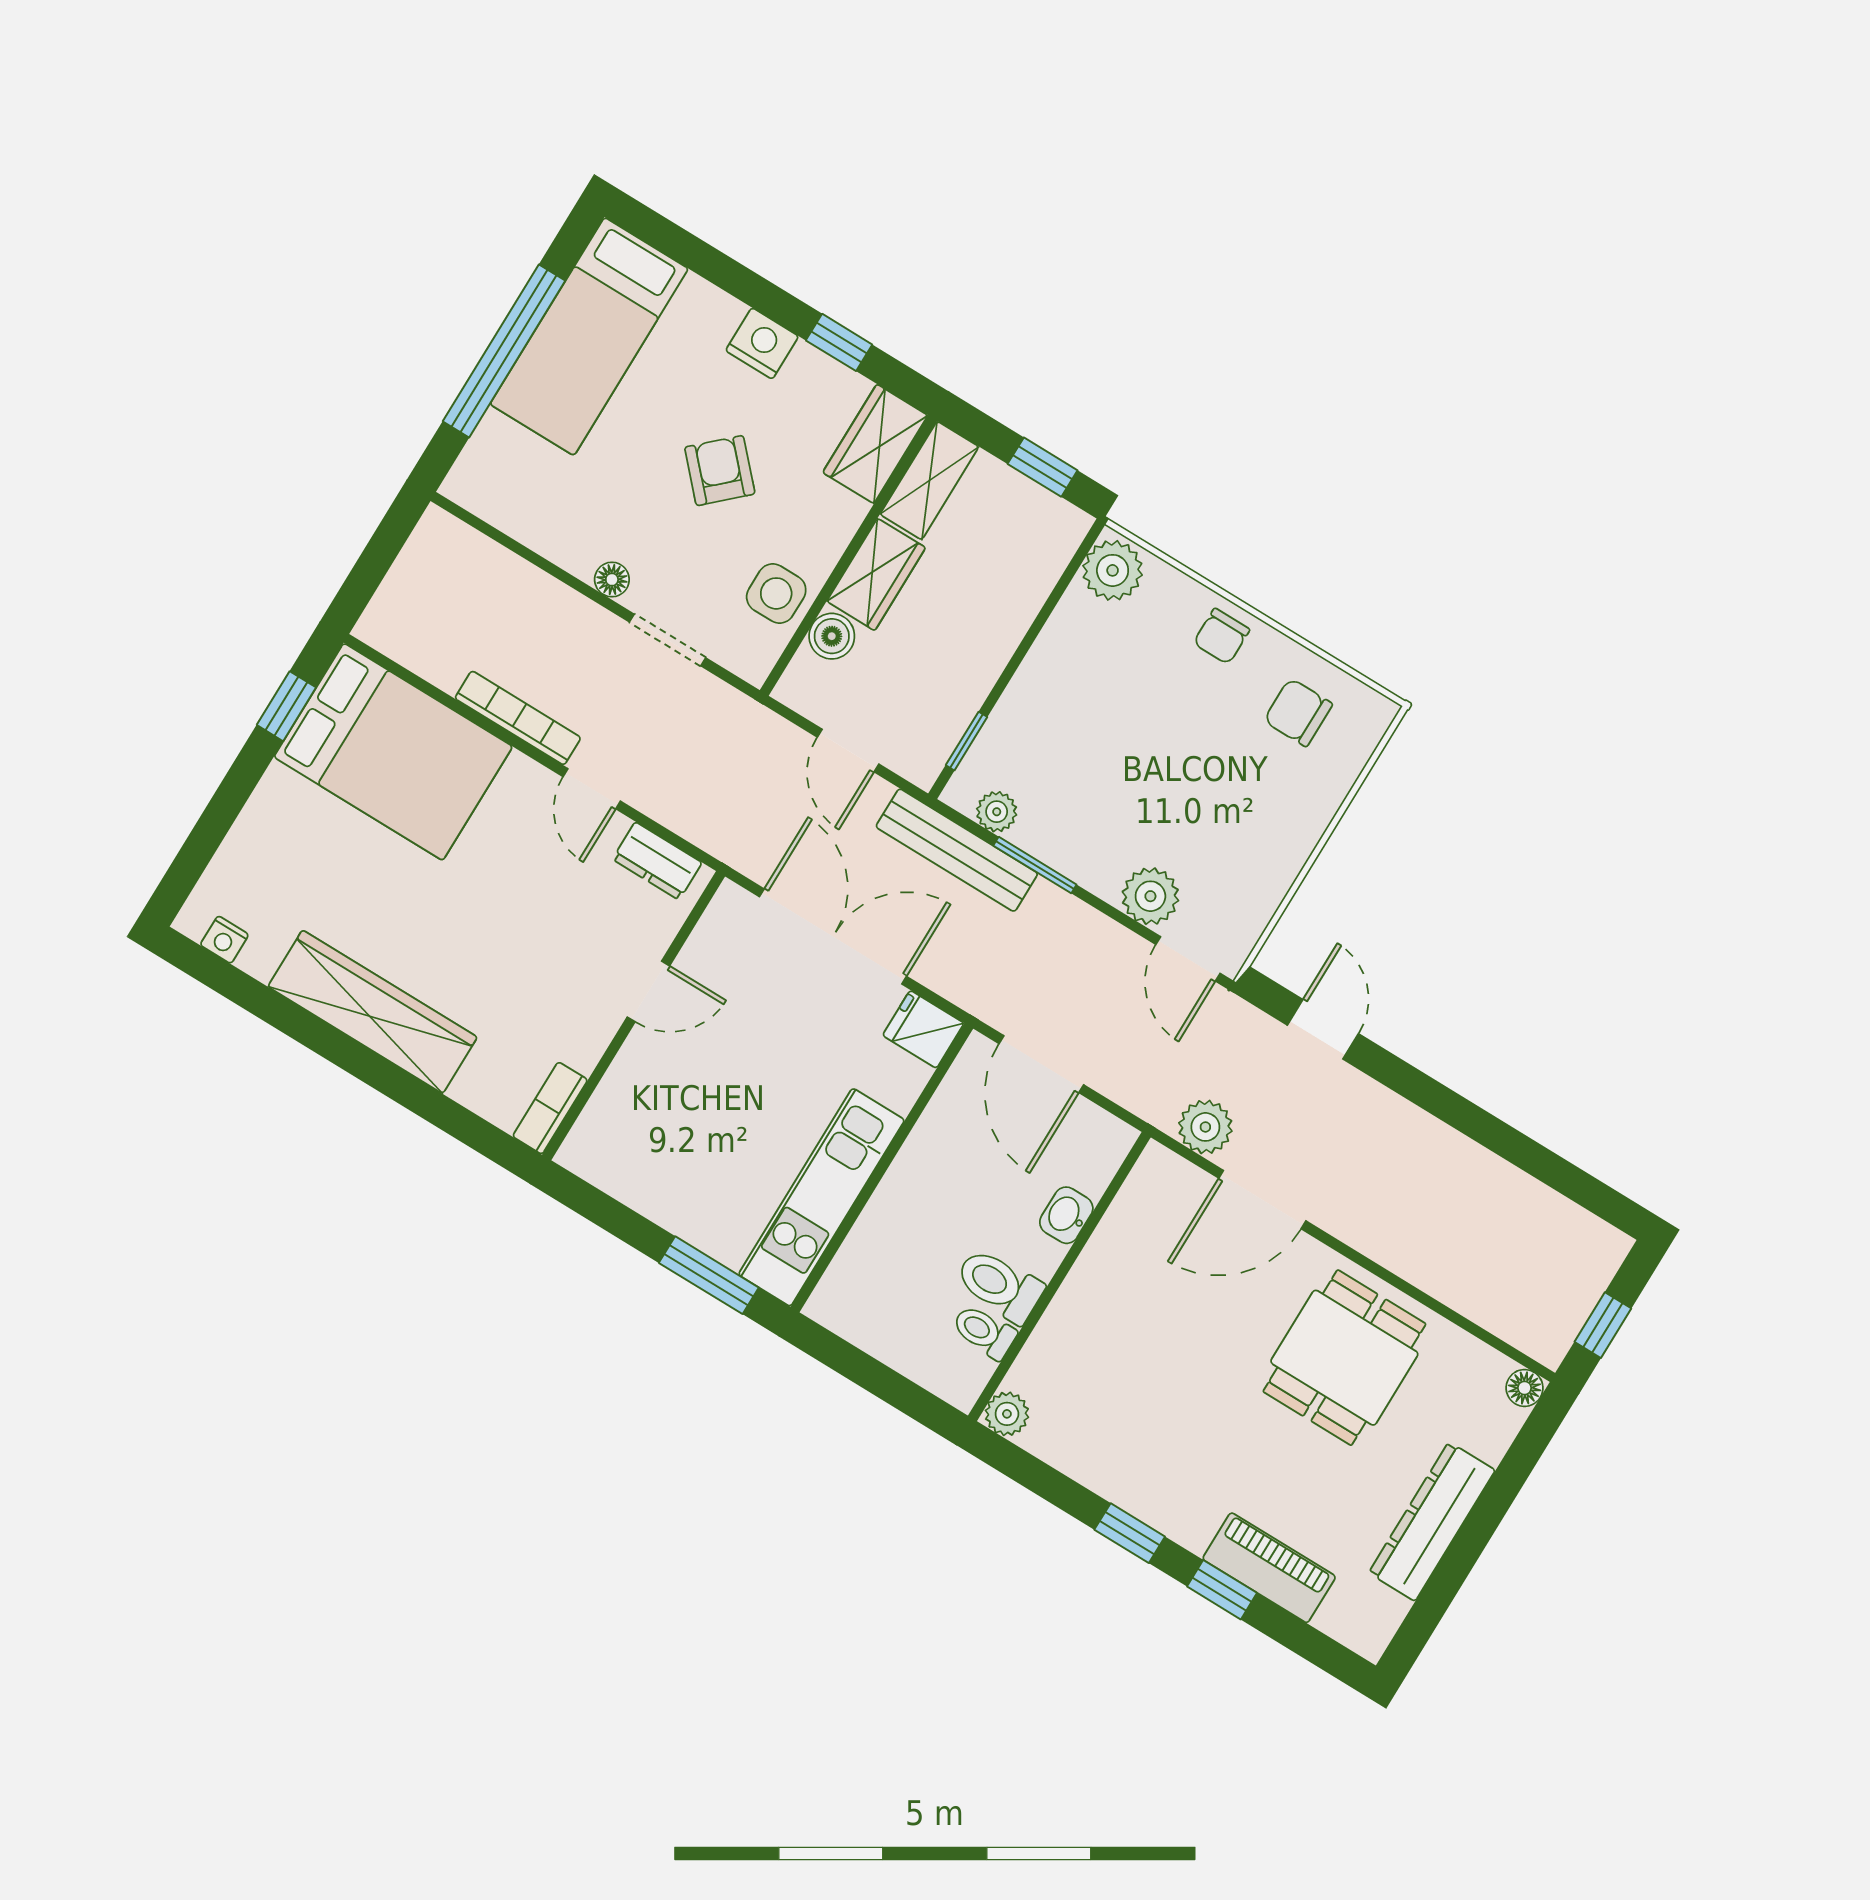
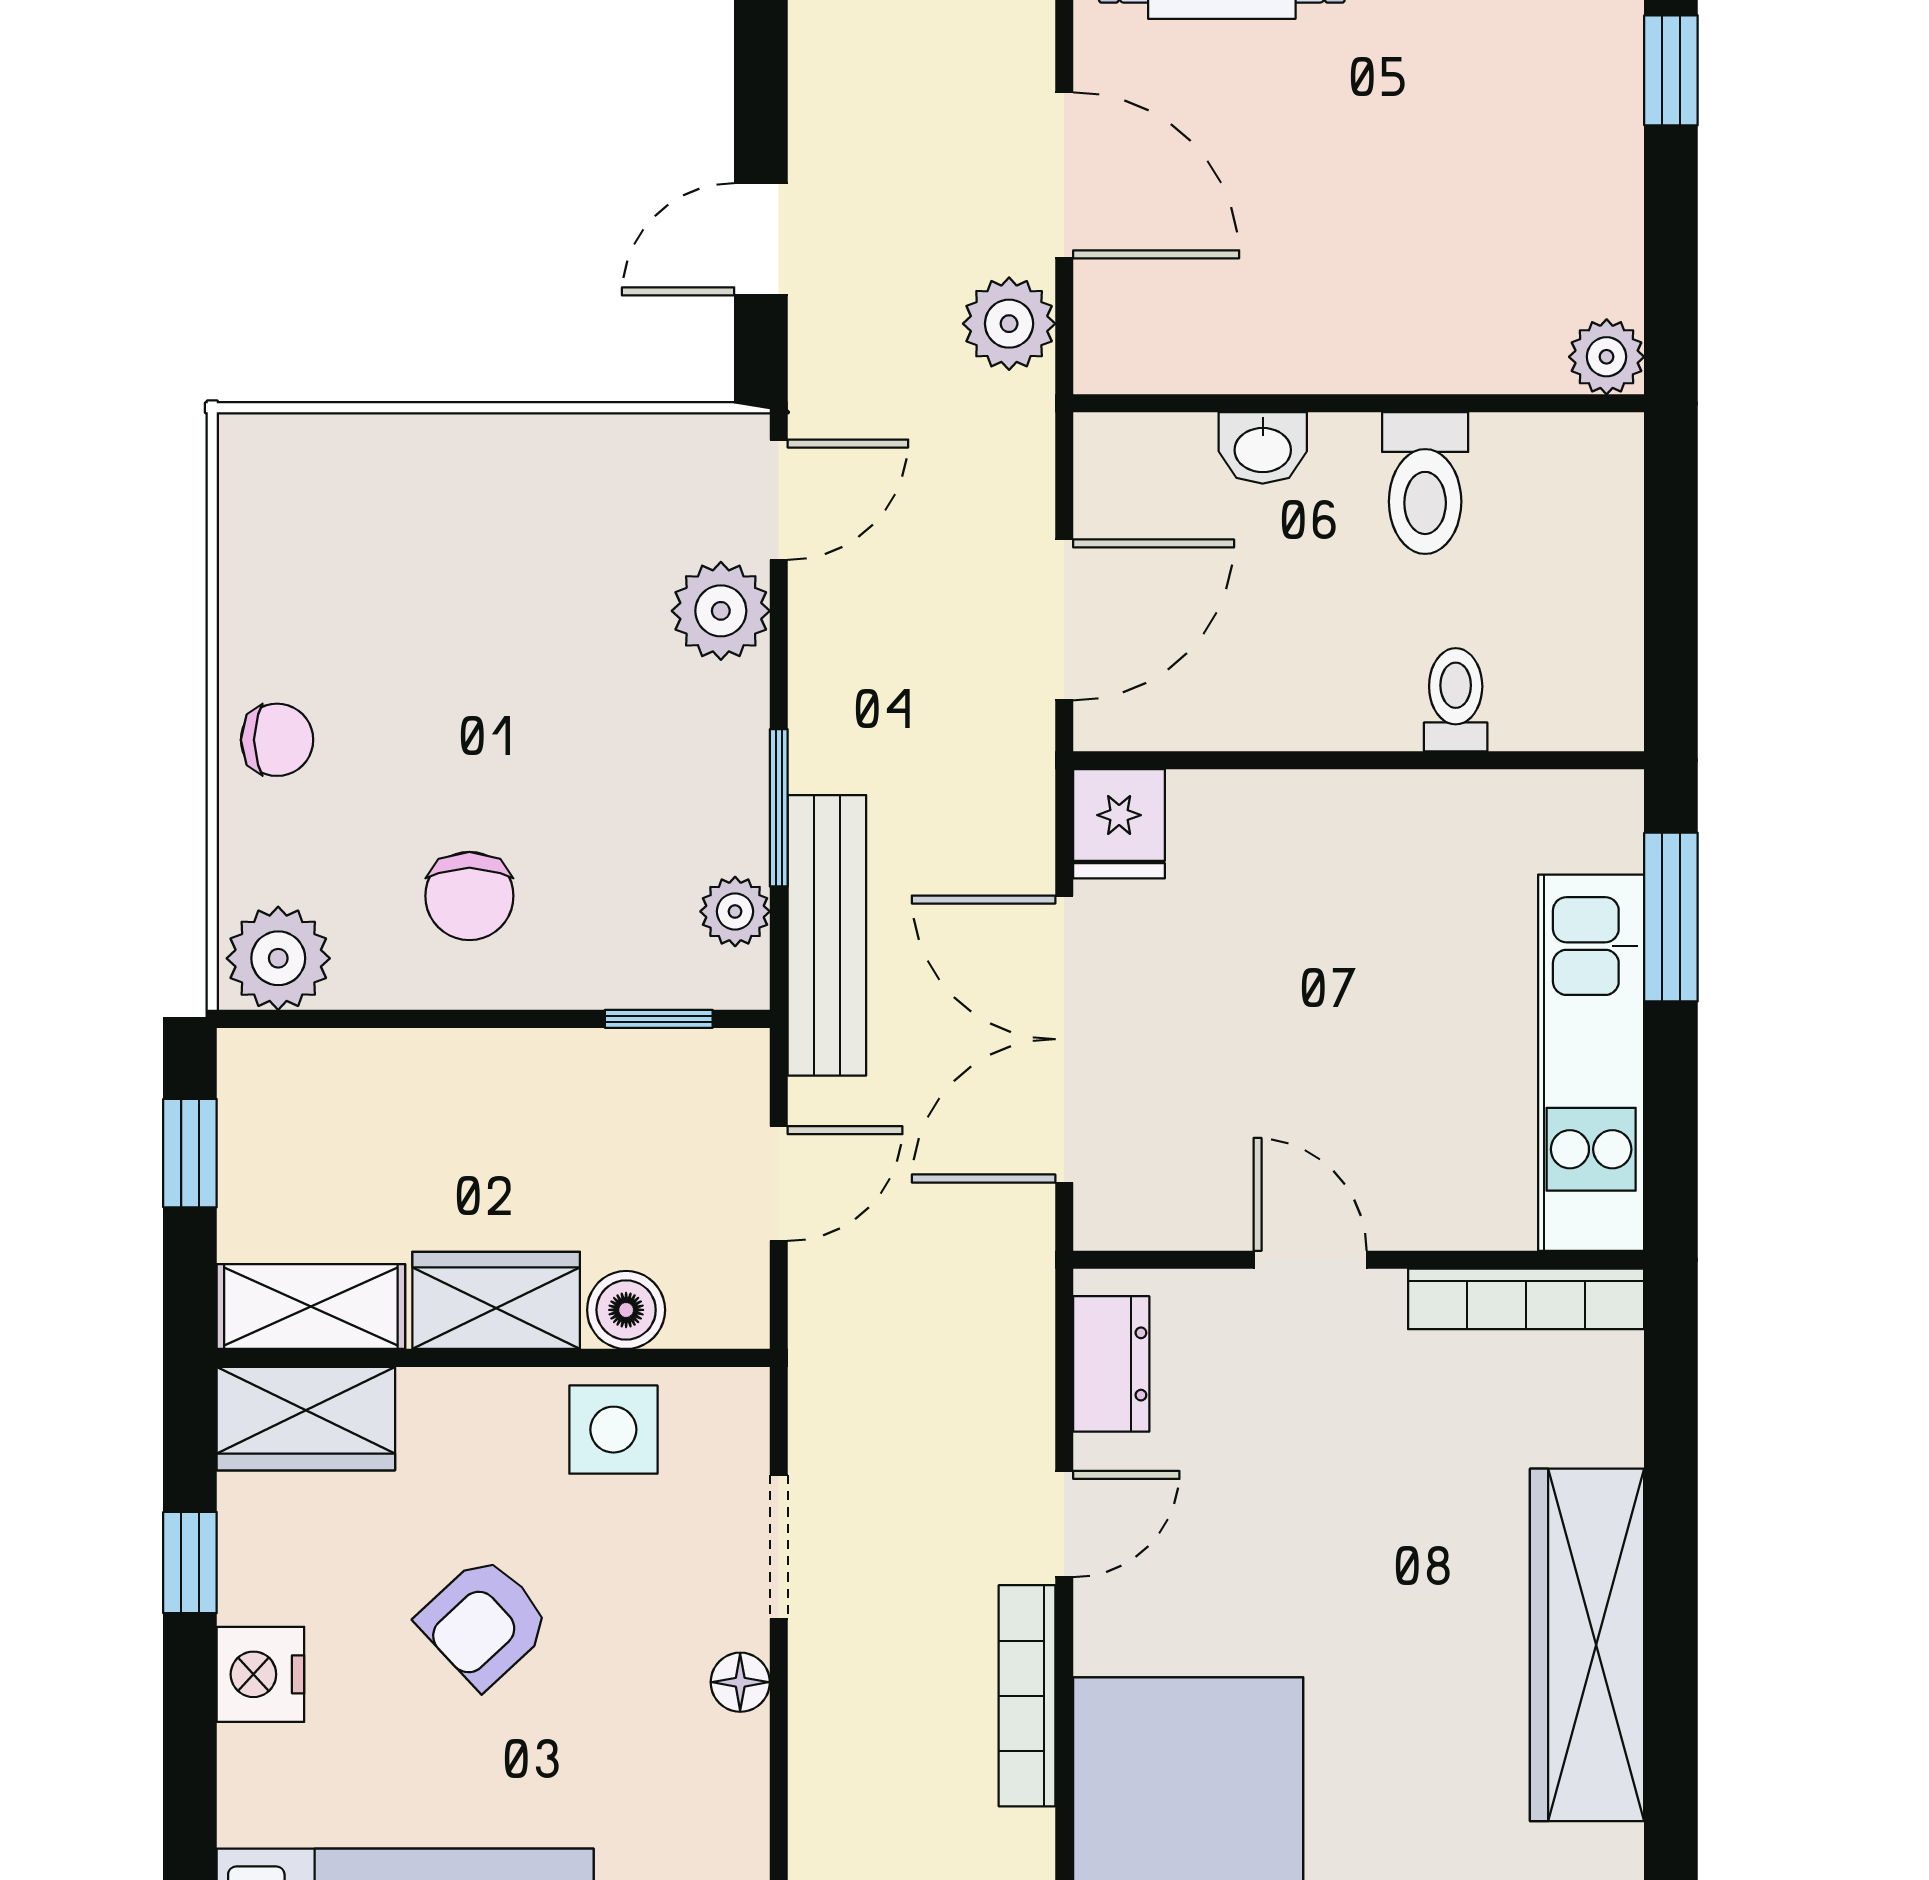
chair: (1298, 712) -> (469, 896), moved
bookcase: (550, 1108) -> (1526, 1299), width x1.56
kitchen unit: (821, 1197) -> (1591, 1063), moved, turned 90
toilet: (984, 1332) -> (1456, 700), moved, turned 180

